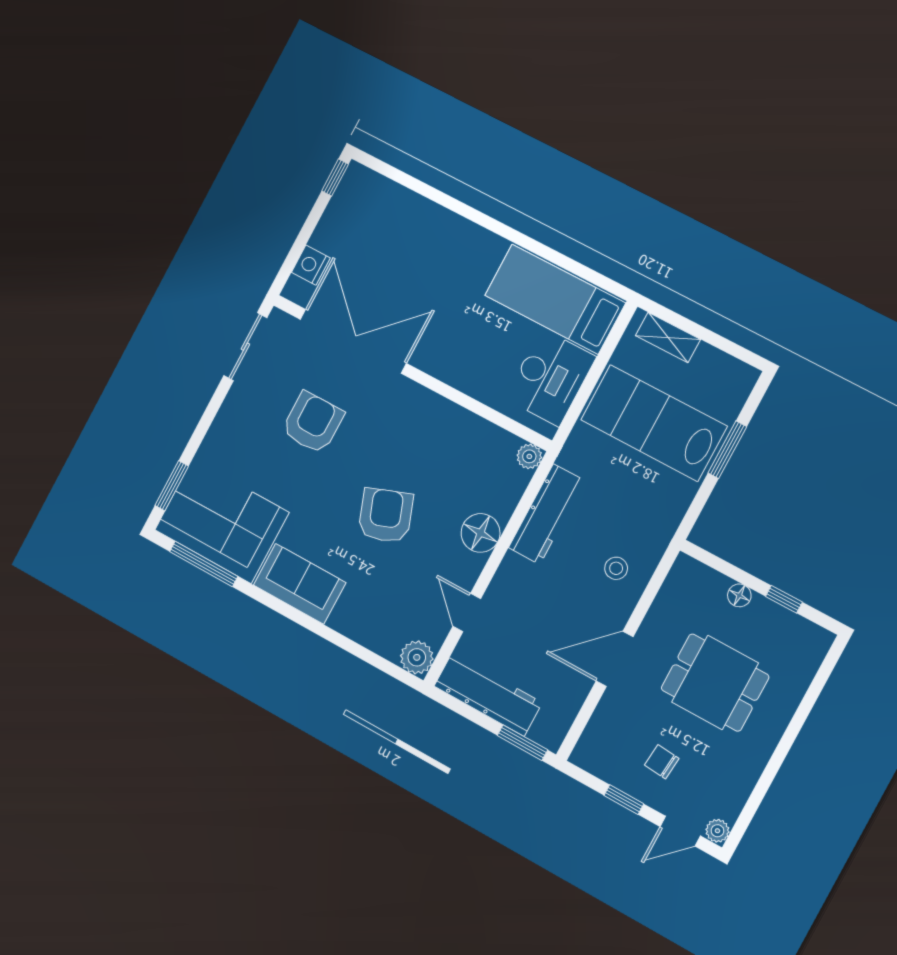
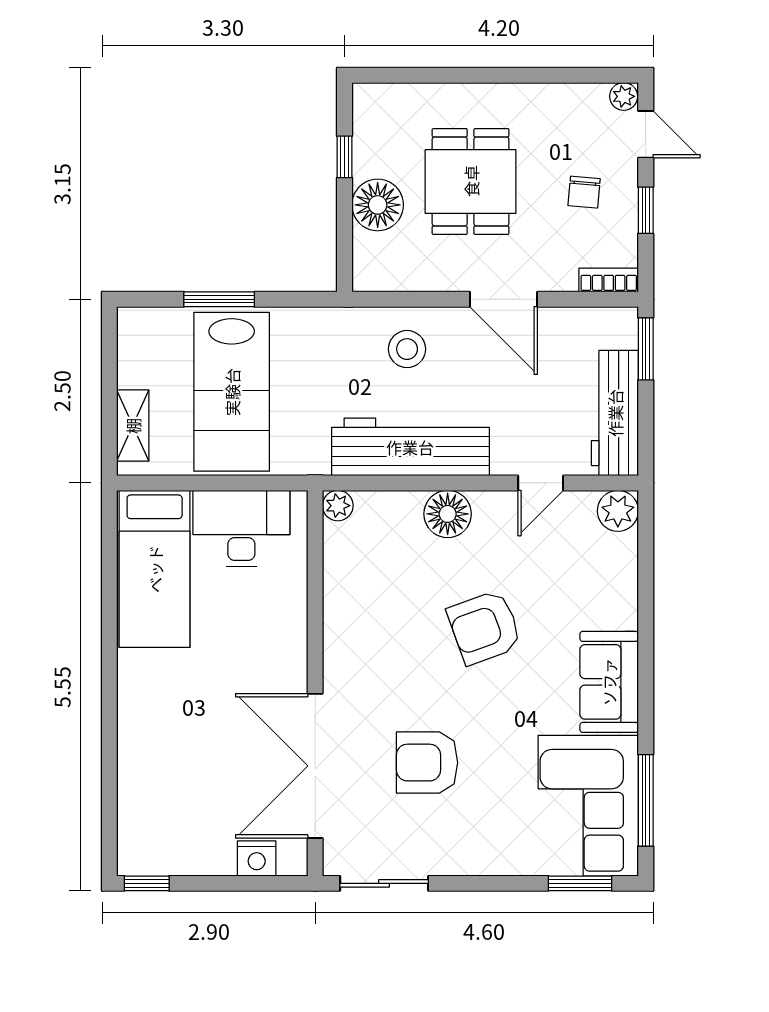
workbench: (547, 514) -> (410, 447), width x1.36, depth x1.32
stool: (616, 568) -> (407, 349), width x1.37, depth x1.37
floor lamp: (739, 595) -> (378, 205), width x1.89, depth x1.89
bookcase: (587, 744) -> (609, 280), added

